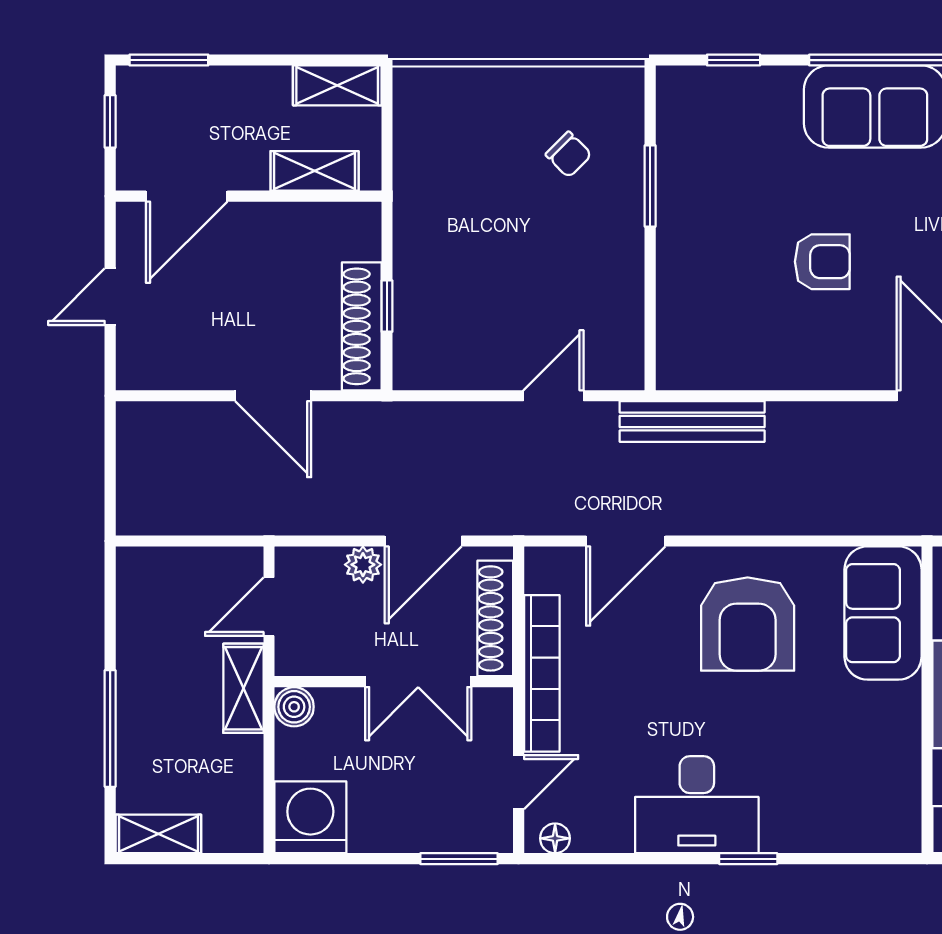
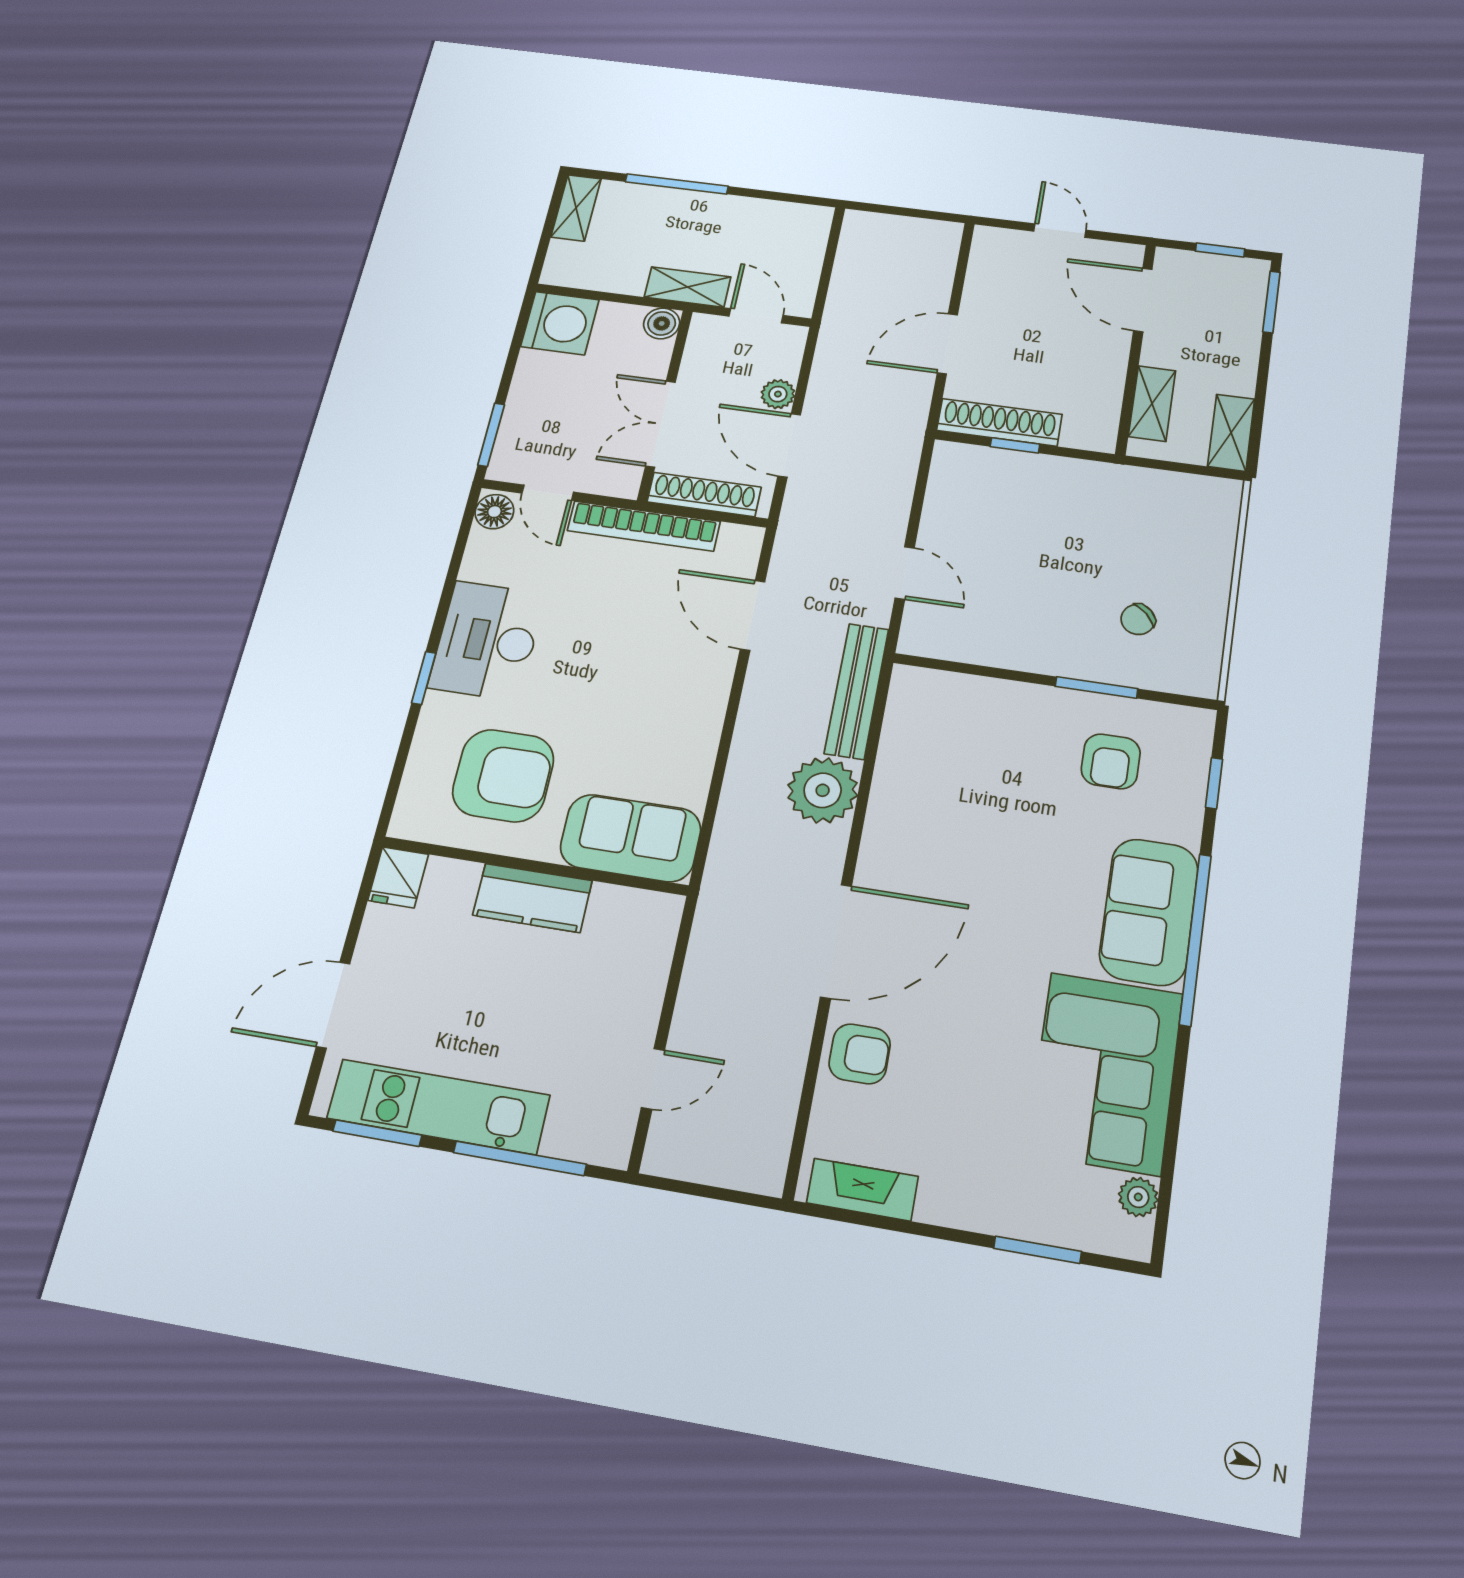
armchair: (822, 262) -> (1111, 761), moved
plant: (803, 436) -> (823, 790), added
armchair: (748, 624) -> (503, 776), moved, turned 180
floor lamp: (555, 838) -> (494, 512), width x1.37, depth x1.37

